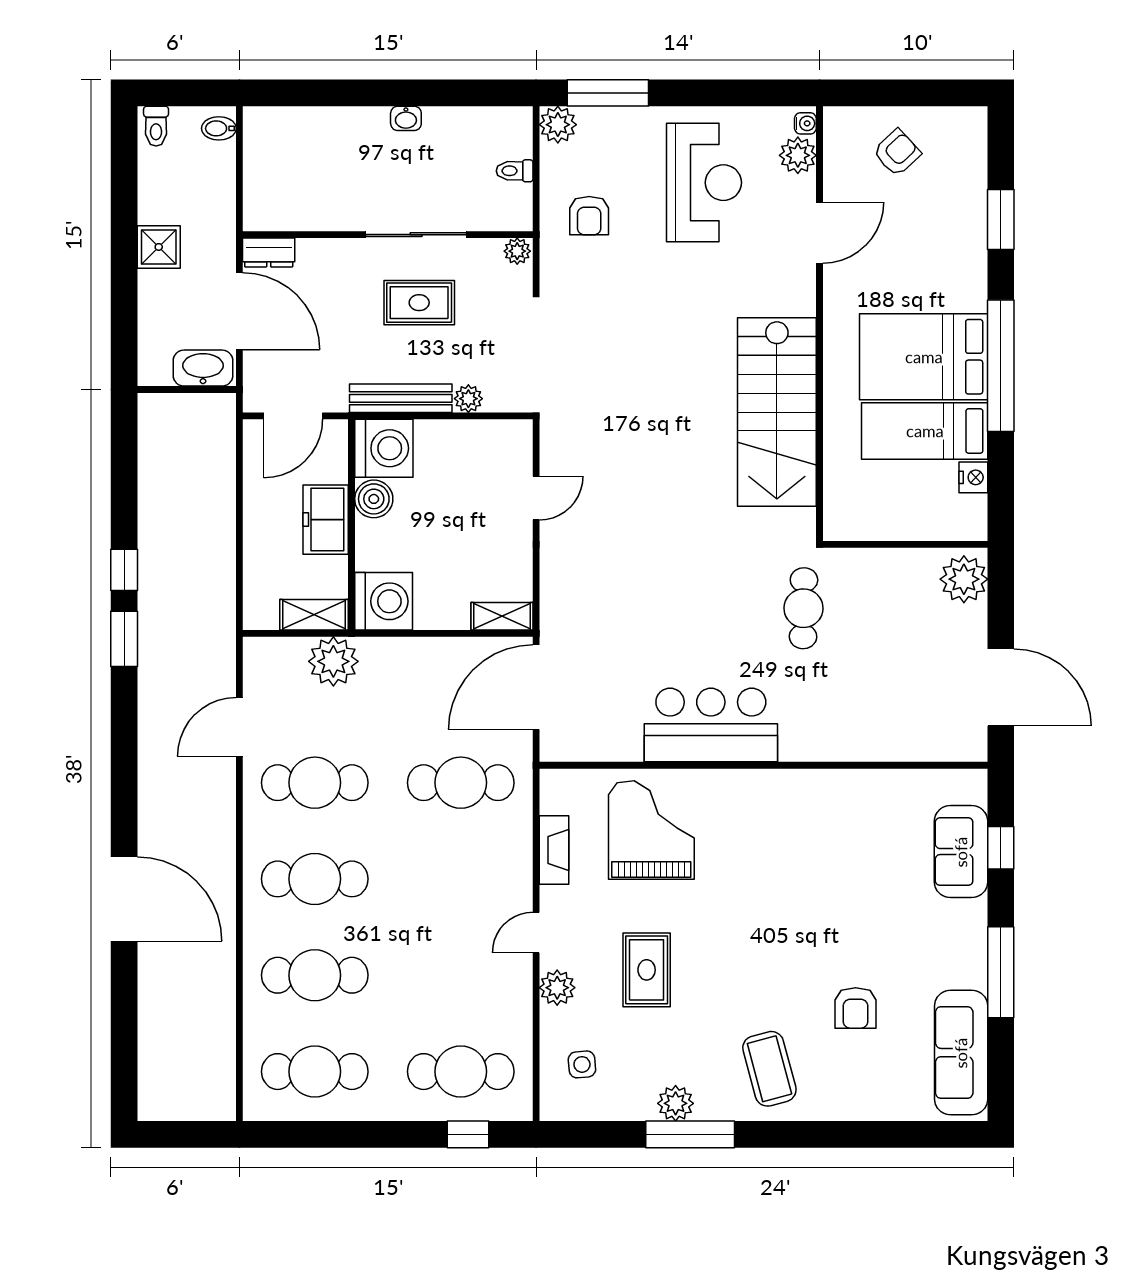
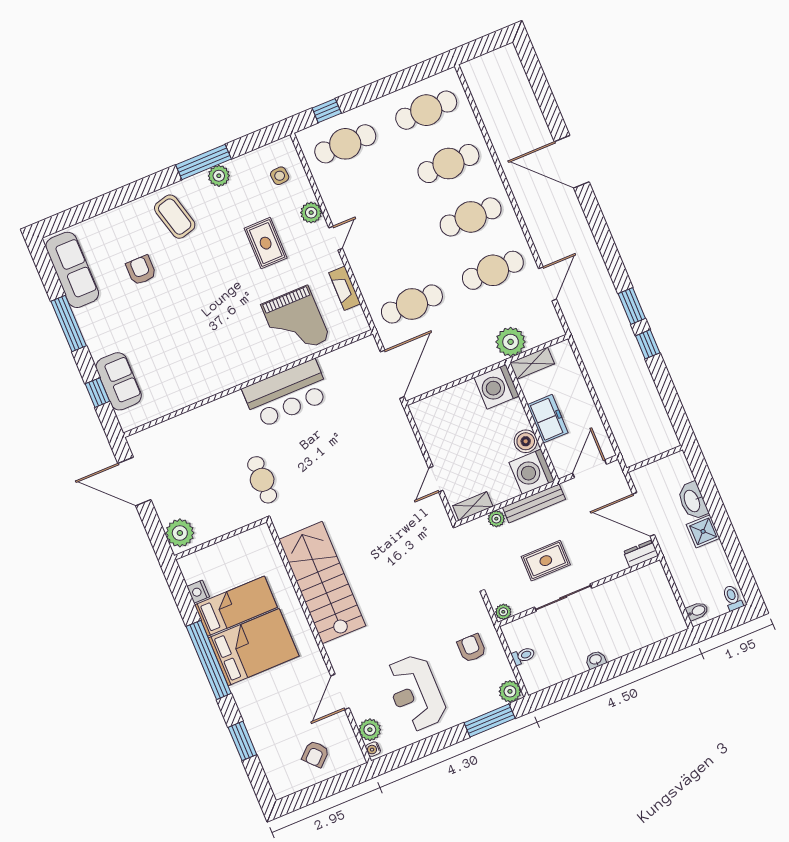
washbasin: (203, 368) -> (692, 501), moved, turned 90
shelving: (502, 616) -> (473, 506), moved

